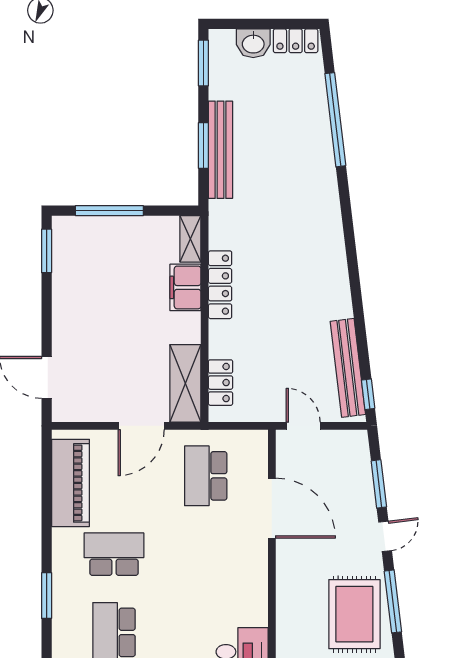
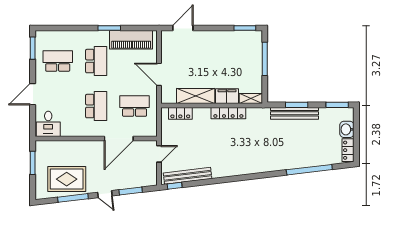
shelving: (185, 383) -> (196, 96), moved
school desk: (206, 554) -> (96, 106), added
window: (47, 596) -> (109, 28), moved

